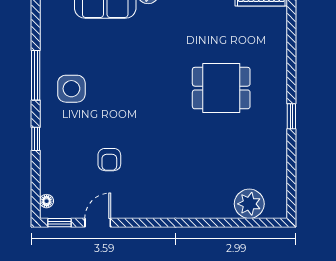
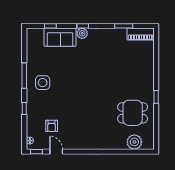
dining table: (221, 88) -> (133, 113), moved
armchair: (109, 160) -> (52, 126), moved
door: (98, 223) -> (56, 152), hinge flipped

